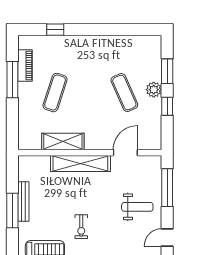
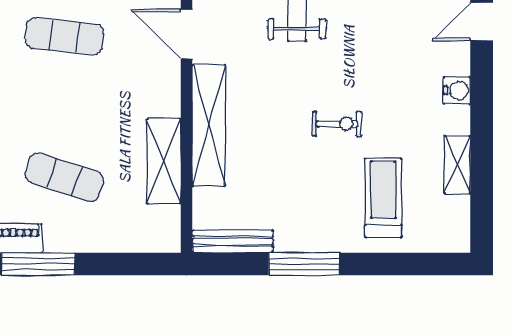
exercise mat: (124, 93) -> (64, 36), turned 30
bench: (23, 201) -> (233, 241), moved

